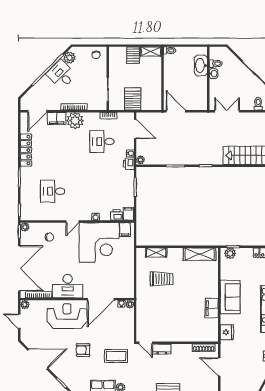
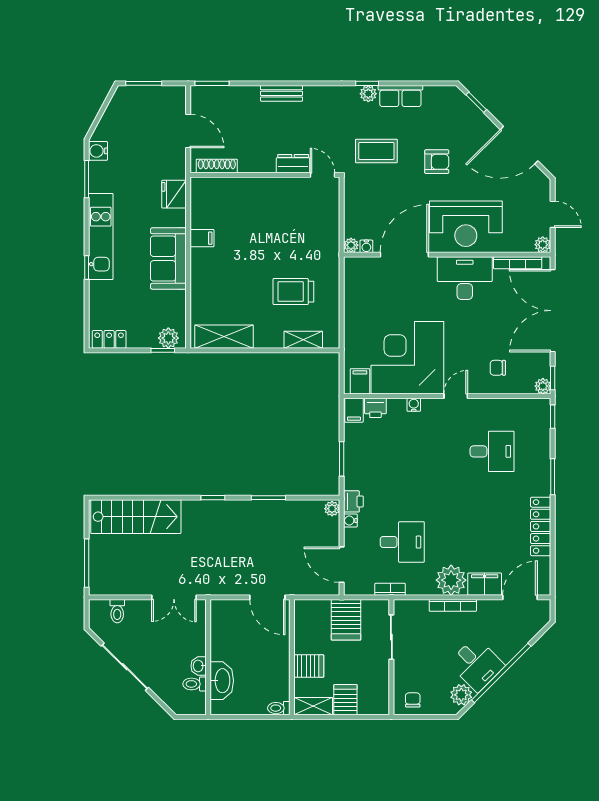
server rack: (153, 74) -> (309, 666), added
filing cabinet: (212, 308) -> (202, 238), width x0.50

